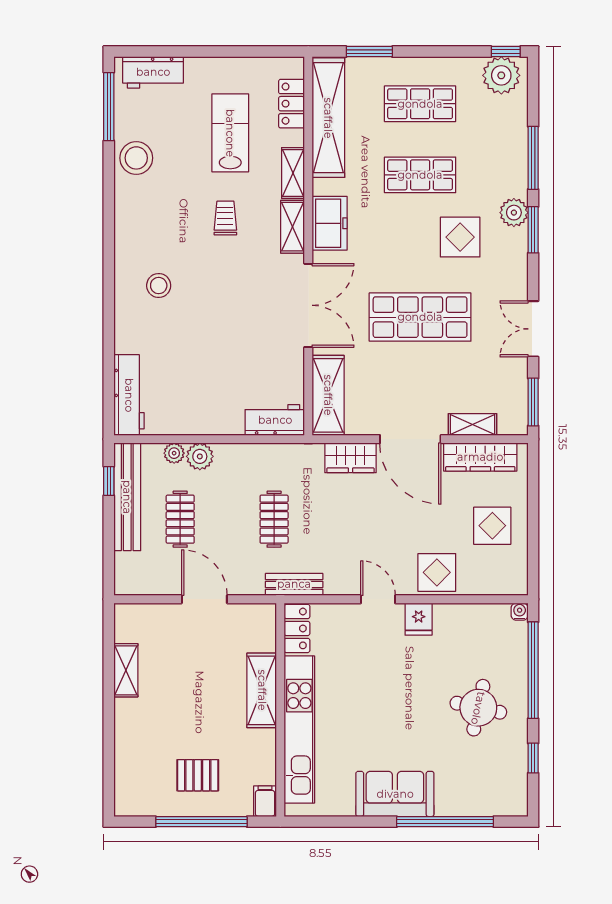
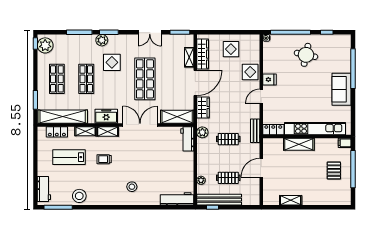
plant: (200, 456) -> (202, 132), moved

